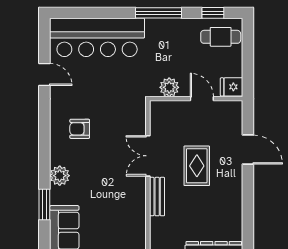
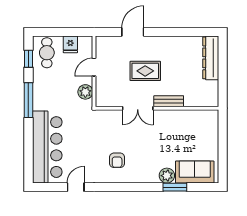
fridge: (232, 87) -> (70, 44), moved
plant: (60, 176) -> (167, 176), moved

